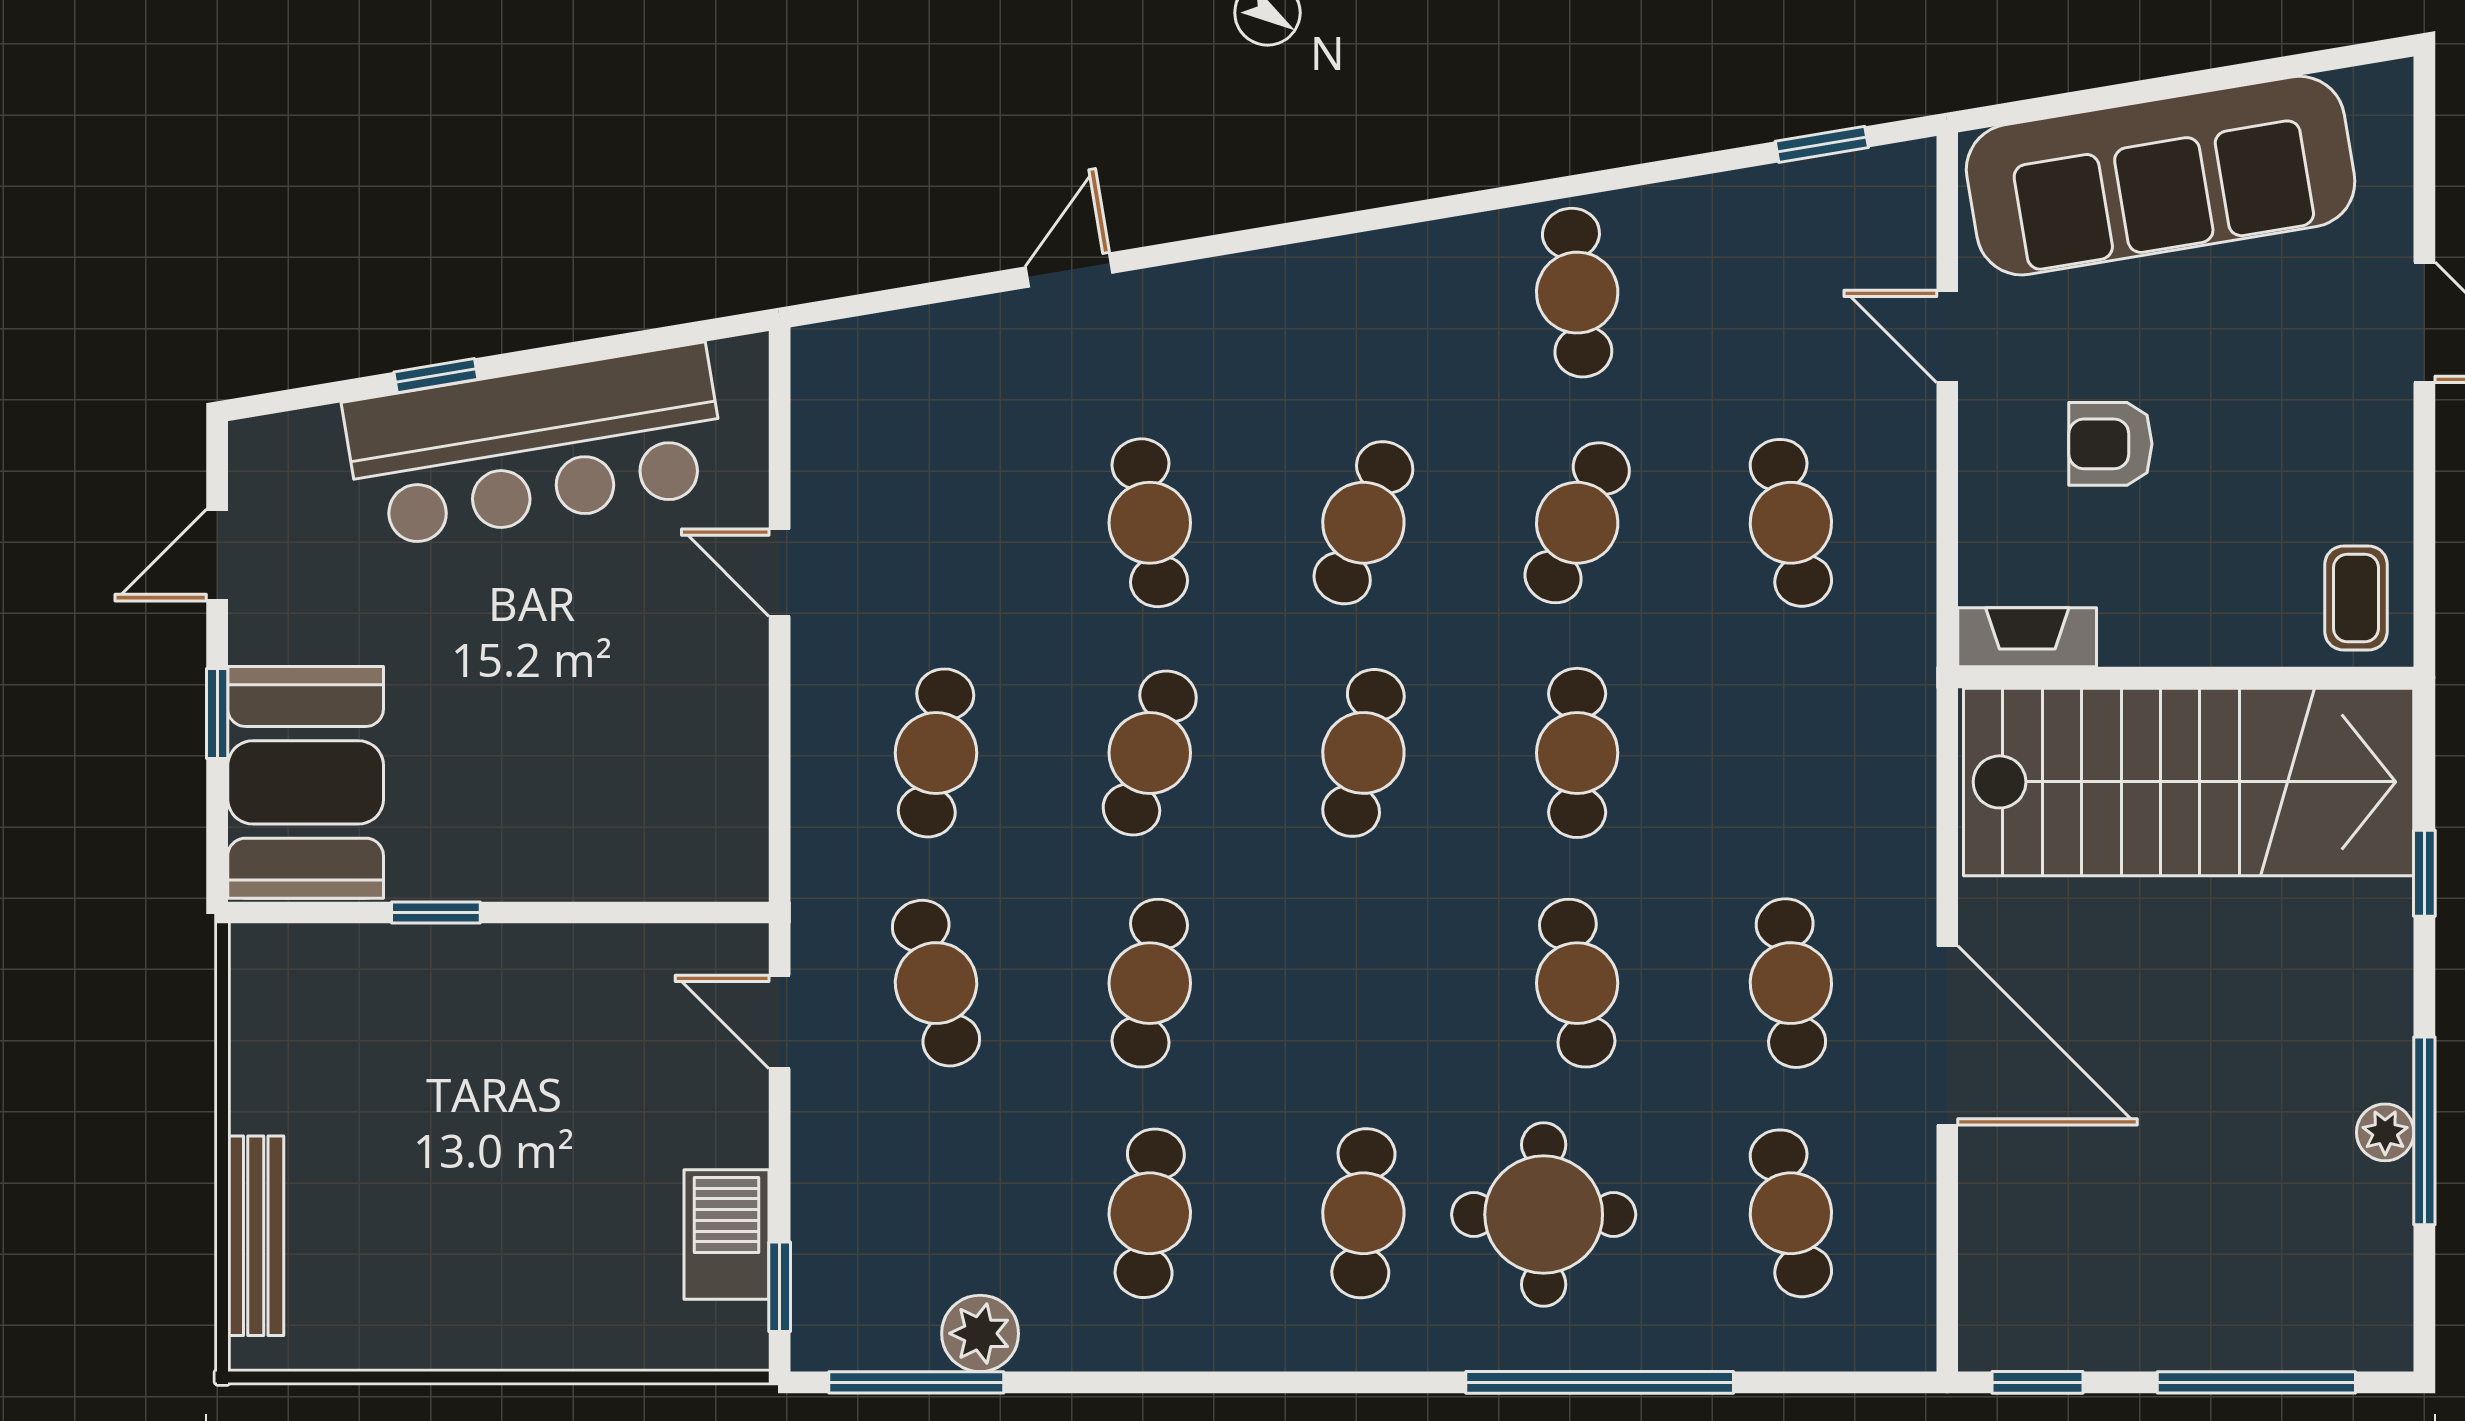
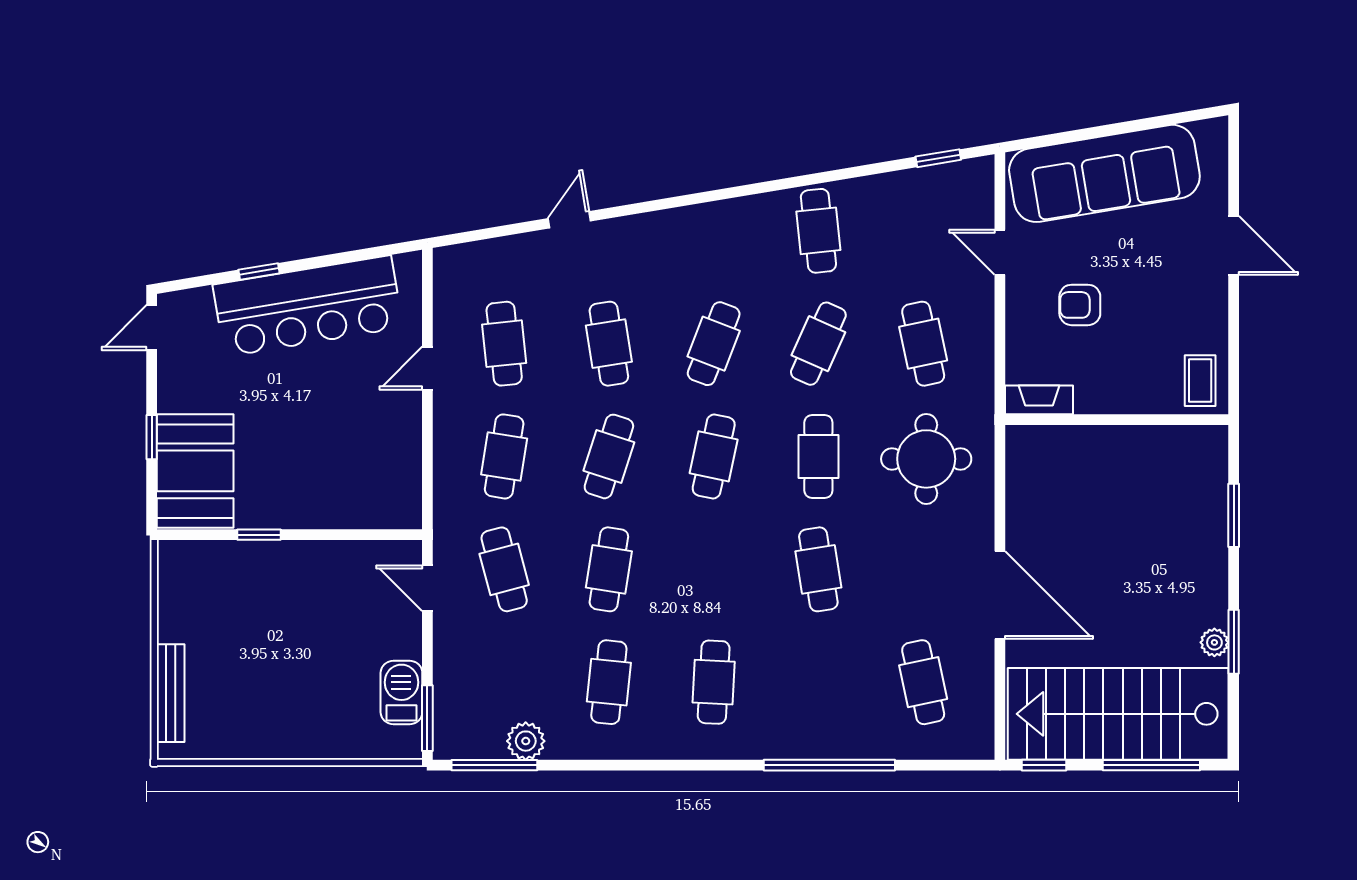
door: (217, 555) -> (152, 328), moved
door: (780, 573) -> (427, 368), hinge flipped
stairs: (2189, 782) -> (1118, 714), moved, turned 180
window: (2424, 873) -> (1234, 515), width x1.50
cafe table: (1791, 983) -> (504, 344), moved
window: (2424, 1131) -> (1234, 642), width x0.69
round table: (1544, 1215) -> (926, 459), moved
window: (780, 1287) -> (427, 718), width x1.50

